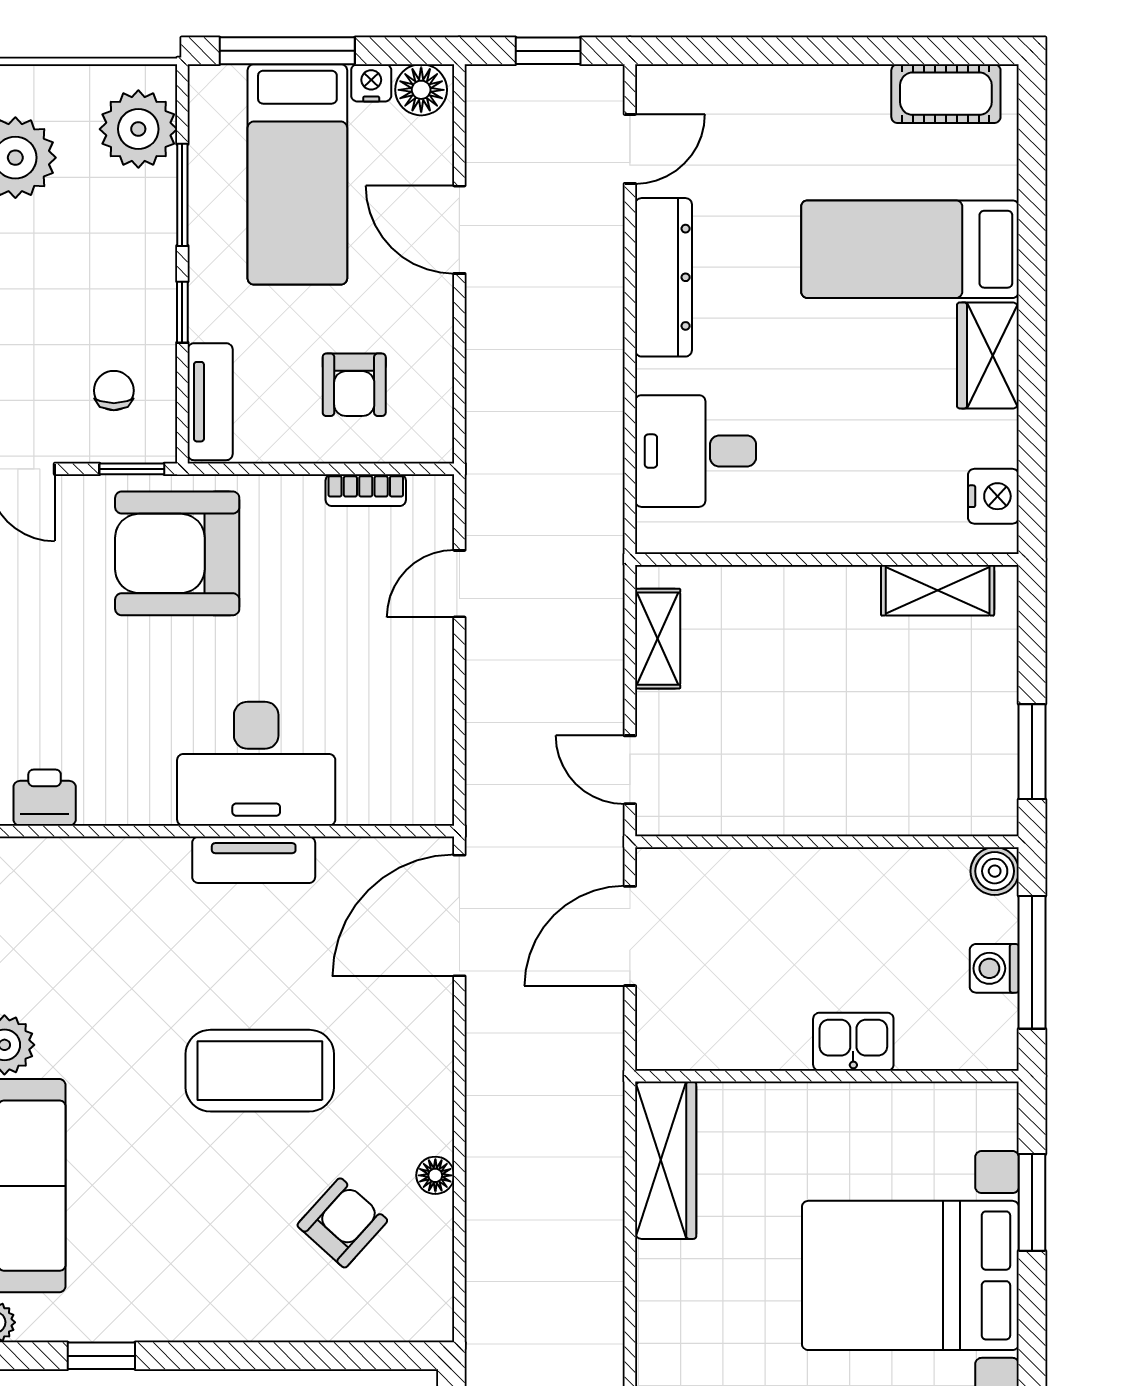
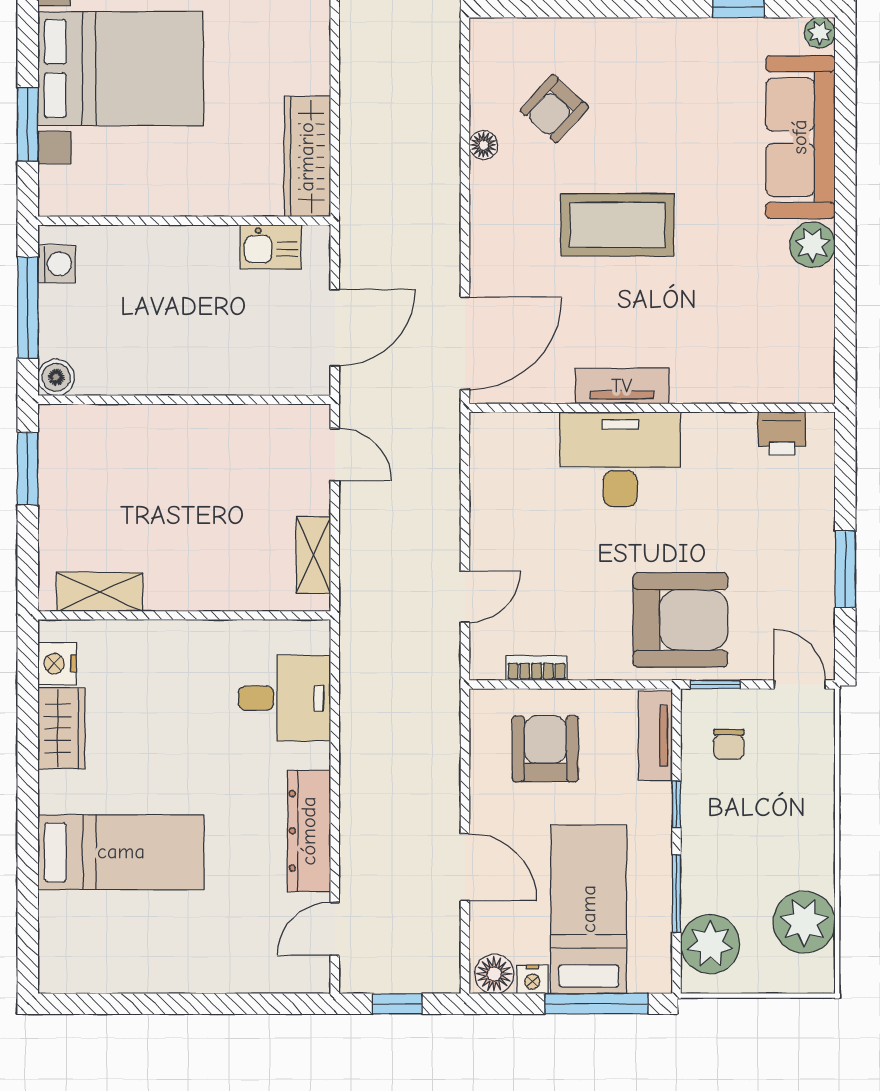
cot: (946, 94) -> (93, 971), removed
wardrobe: (988, 355) -> (61, 728), moved
armchair: (354, 385) -> (545, 749), width x1.38, depth x1.38
washing machine: (994, 968) -> (57, 264), moved
kitchen sink: (853, 1042) -> (271, 247), moved

